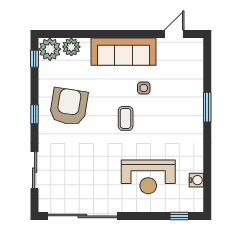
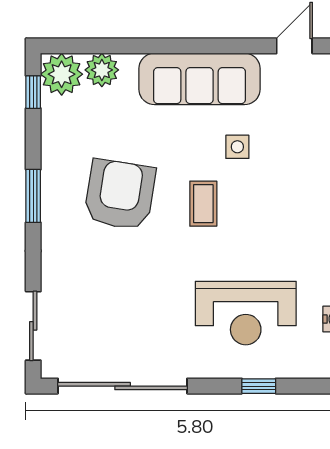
armchair: (69, 106) -> (120, 195), moved
window: (35, 114) -> (33, 196), width x1.50
sliding door: (35, 170) -> (33, 326), moved
window: (179, 216) -> (259, 386), moved

